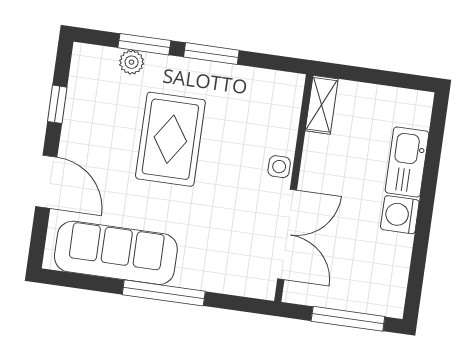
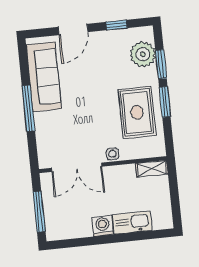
plant: (132, 62) -> (143, 54), width x1.87, depth x1.87
rug: (170, 139) -> (137, 112), moved, turned 90

